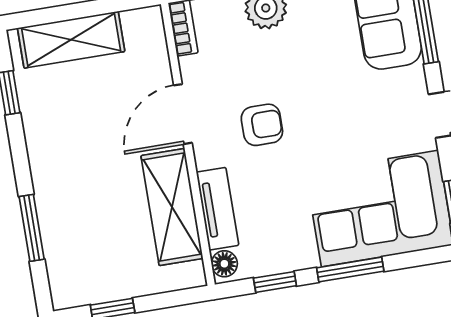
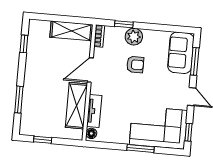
shelving: (71, 40) -> (71, 31), moved
armchair: (262, 125) -> (135, 65), moved
window: (275, 282) -> (109, 146), removed

